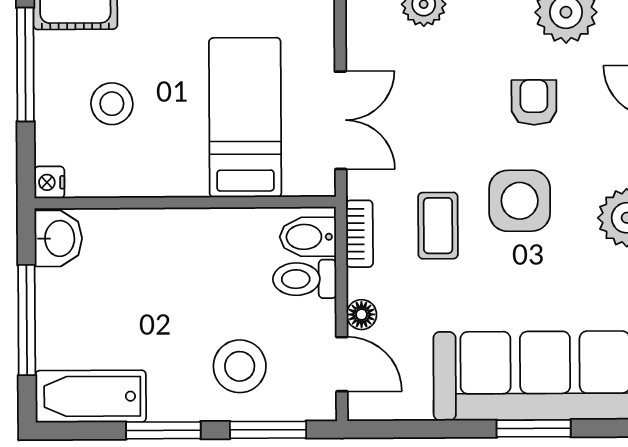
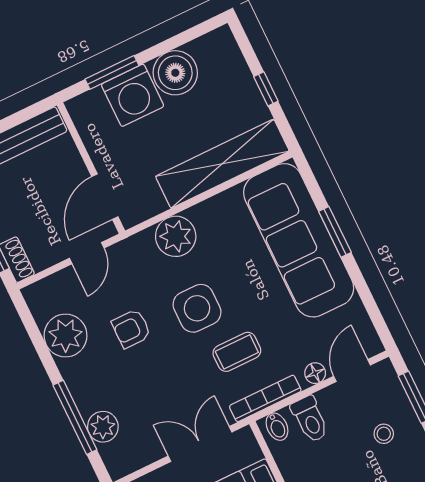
bookcase: (360, 234) -> (265, 398), width x1.56
bidet: (308, 237) -> (277, 427), width x0.72, depth x0.74
stool: (240, 366) -> (384, 434), width x0.53, depth x0.53

